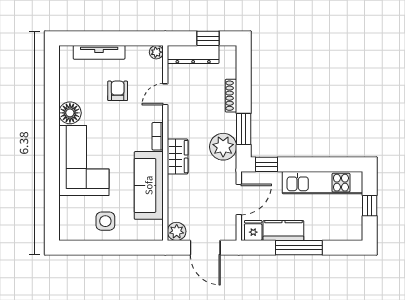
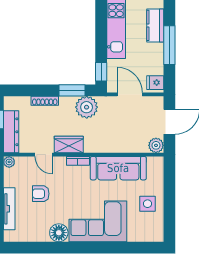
wardrobe: (178, 157) -> (69, 145), moved
kitchen counter: (283, 231) -> (155, 25), moved

